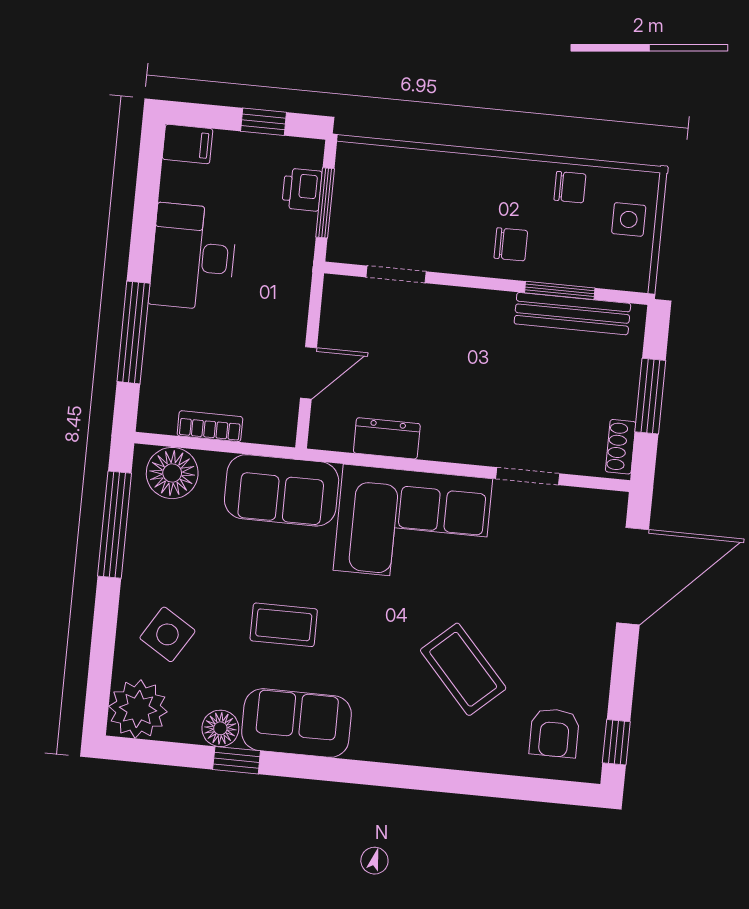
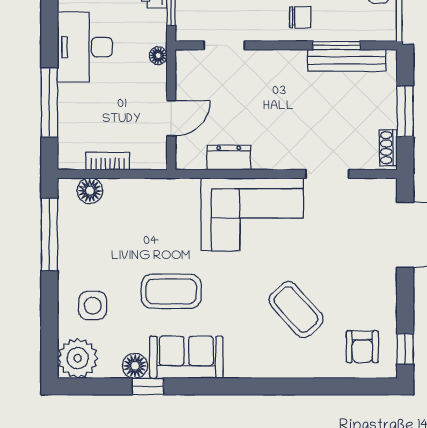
floor lamp: (299, 280) -> (158, 56), added
floor lamp: (172, 473) -> (90, 191), width x0.73, depth x0.73
sofa: (282, 490) -> (161, 200), removed
coffee table: (284, 625) -> (171, 291), width x1.36, depth x1.30
side table: (167, 634) -> (93, 306), turned -32

